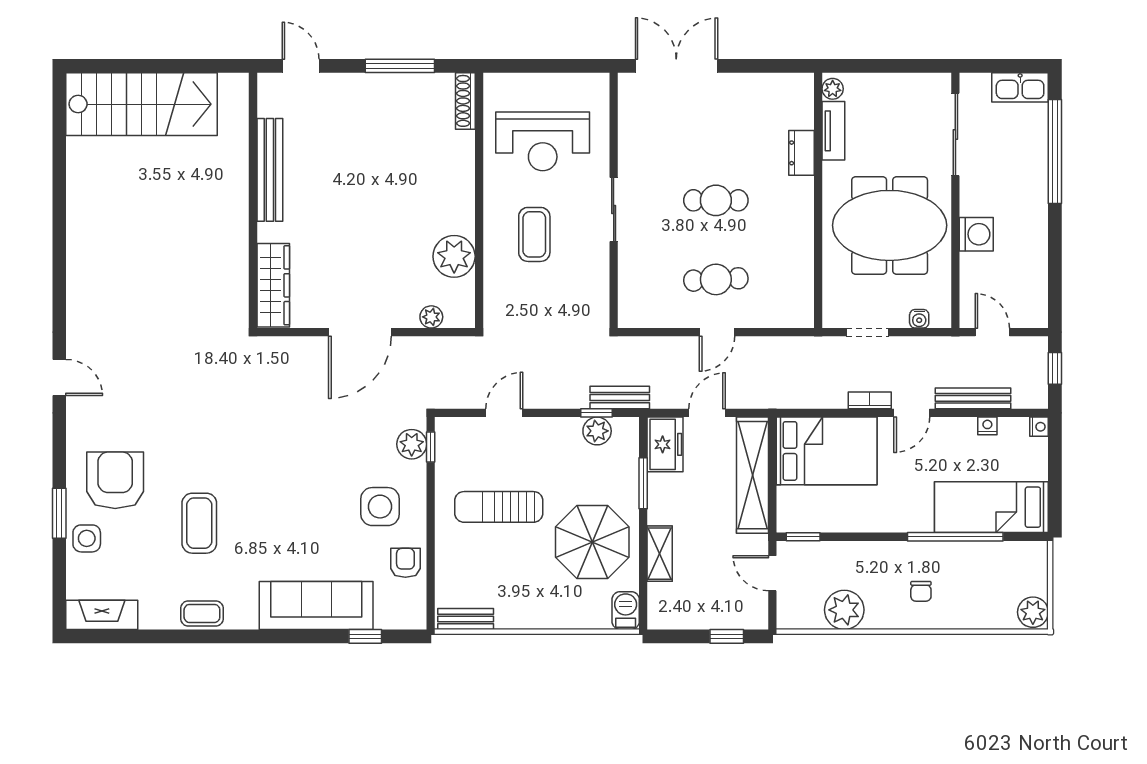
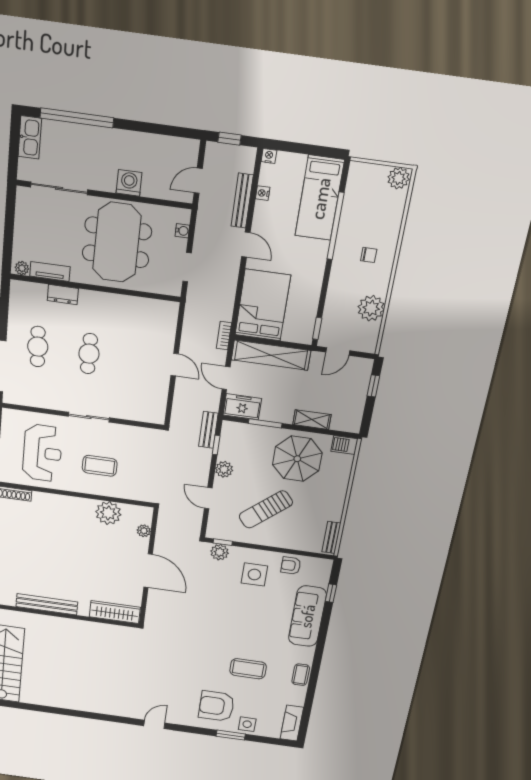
cafe table: (716, 279) -> (38, 347), moved
bookcase: (870, 400) -> (224, 336), moved
plant: (597, 431) -> (224, 469), moved
sun lounger: (499, 507) -> (266, 509), turned 50

